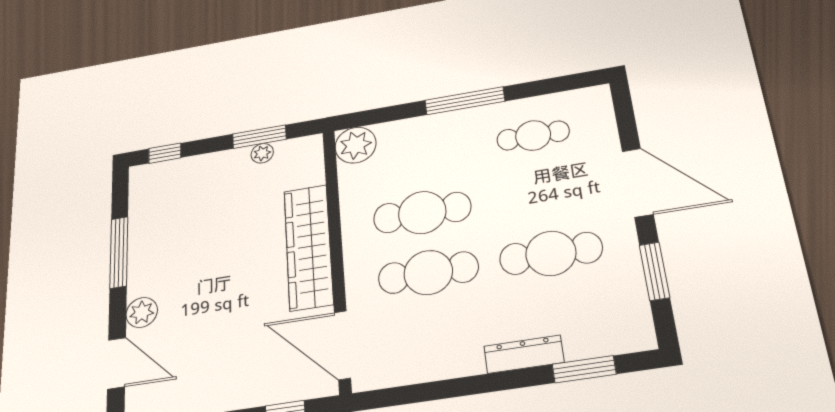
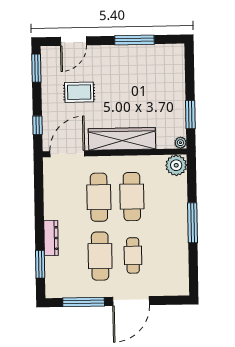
cafe table: (533, 135) -> (133, 255), moved
window: (165, 153) -> (189, 63), removed
plant: (262, 153) -> (180, 143), moved
window: (654, 271) -> (84, 302), width x1.44
plant: (142, 312) -> (99, 53), removed
rug: (217, 339) -> (79, 92), added

